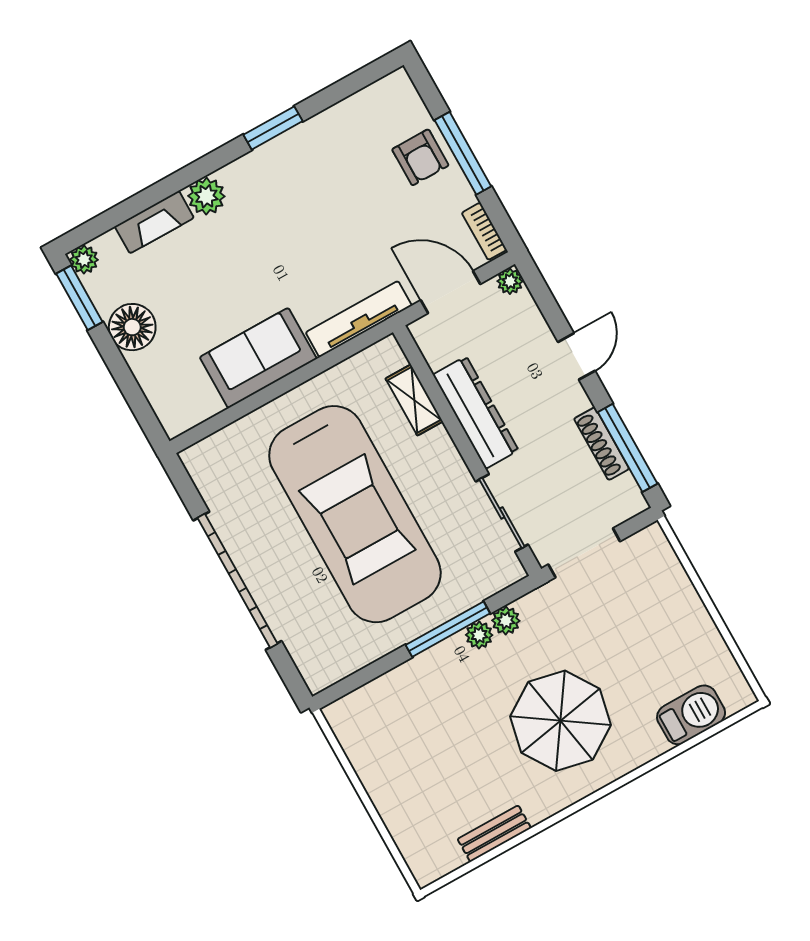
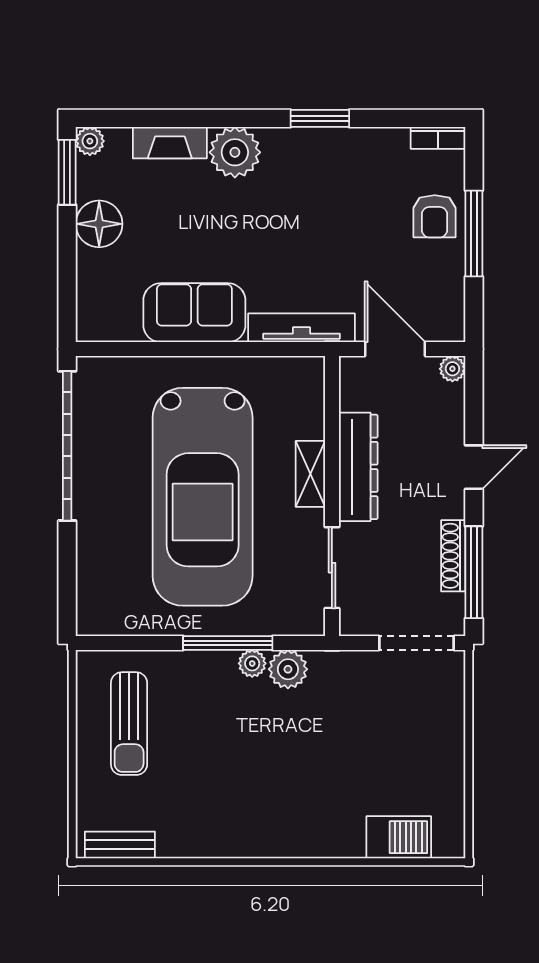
plant: (206, 196) -> (235, 152), width x1.36, depth x1.36
bookcase: (484, 231) -> (438, 138), moved, turned -90
shelving: (414, 400) -> (310, 474), moved
doorway: (584, 553) -> (416, 643), moved
garage door: (237, 581) -> (67, 446), moved
plant: (506, 621) -> (288, 669), width x1.38, depth x1.38
parasol: (560, 721) -> (281, 778), removed
sun lounger: (401, 747) -> (129, 724), added
bench: (494, 834) -> (120, 845), moved

